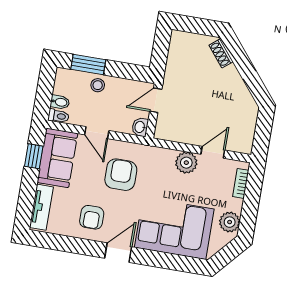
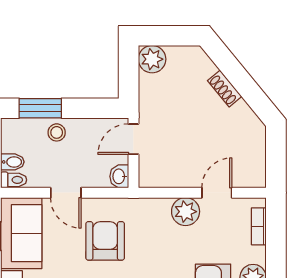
plant: (180, 41) -> (152, 59), added
shoe rack: (221, 53) -> (225, 89), moved

